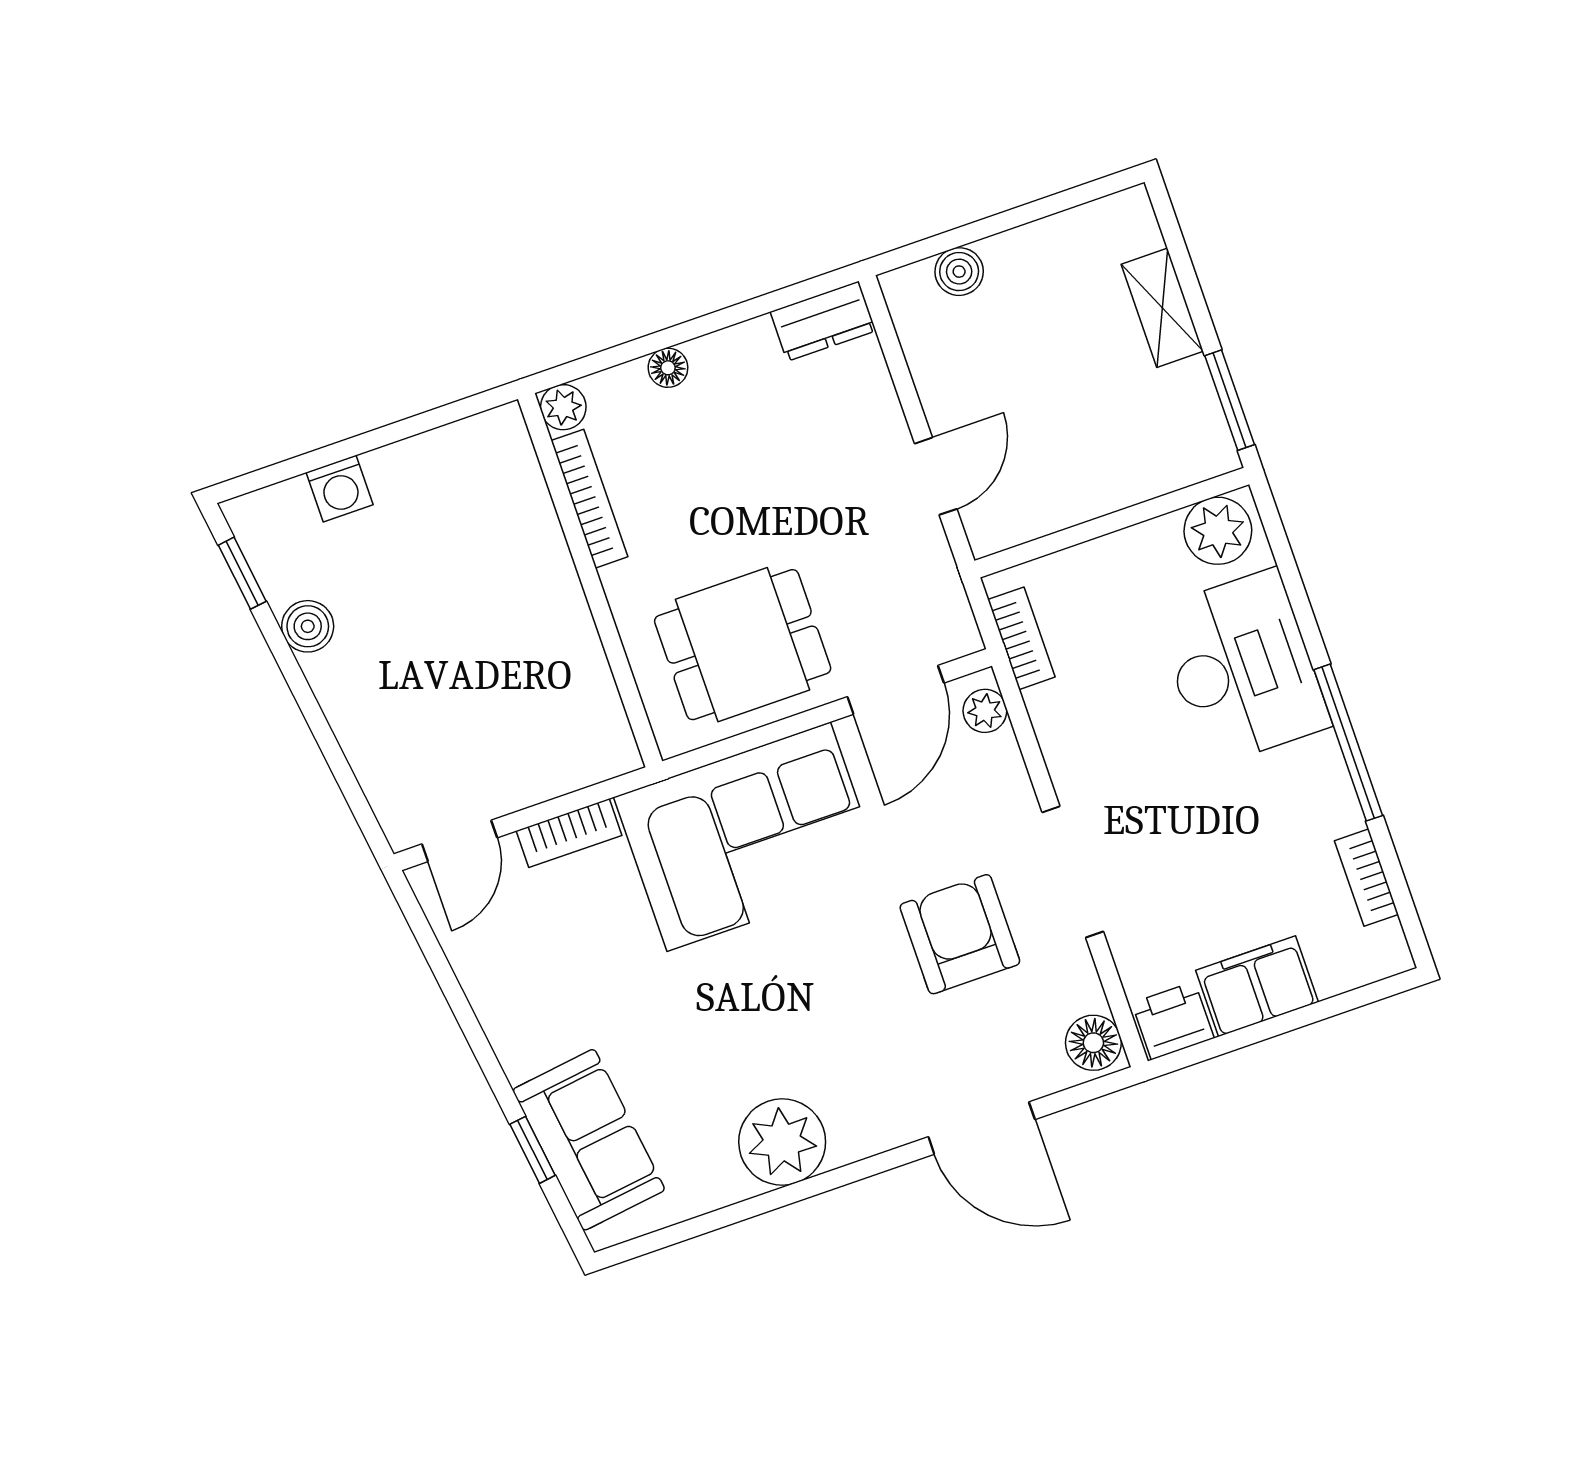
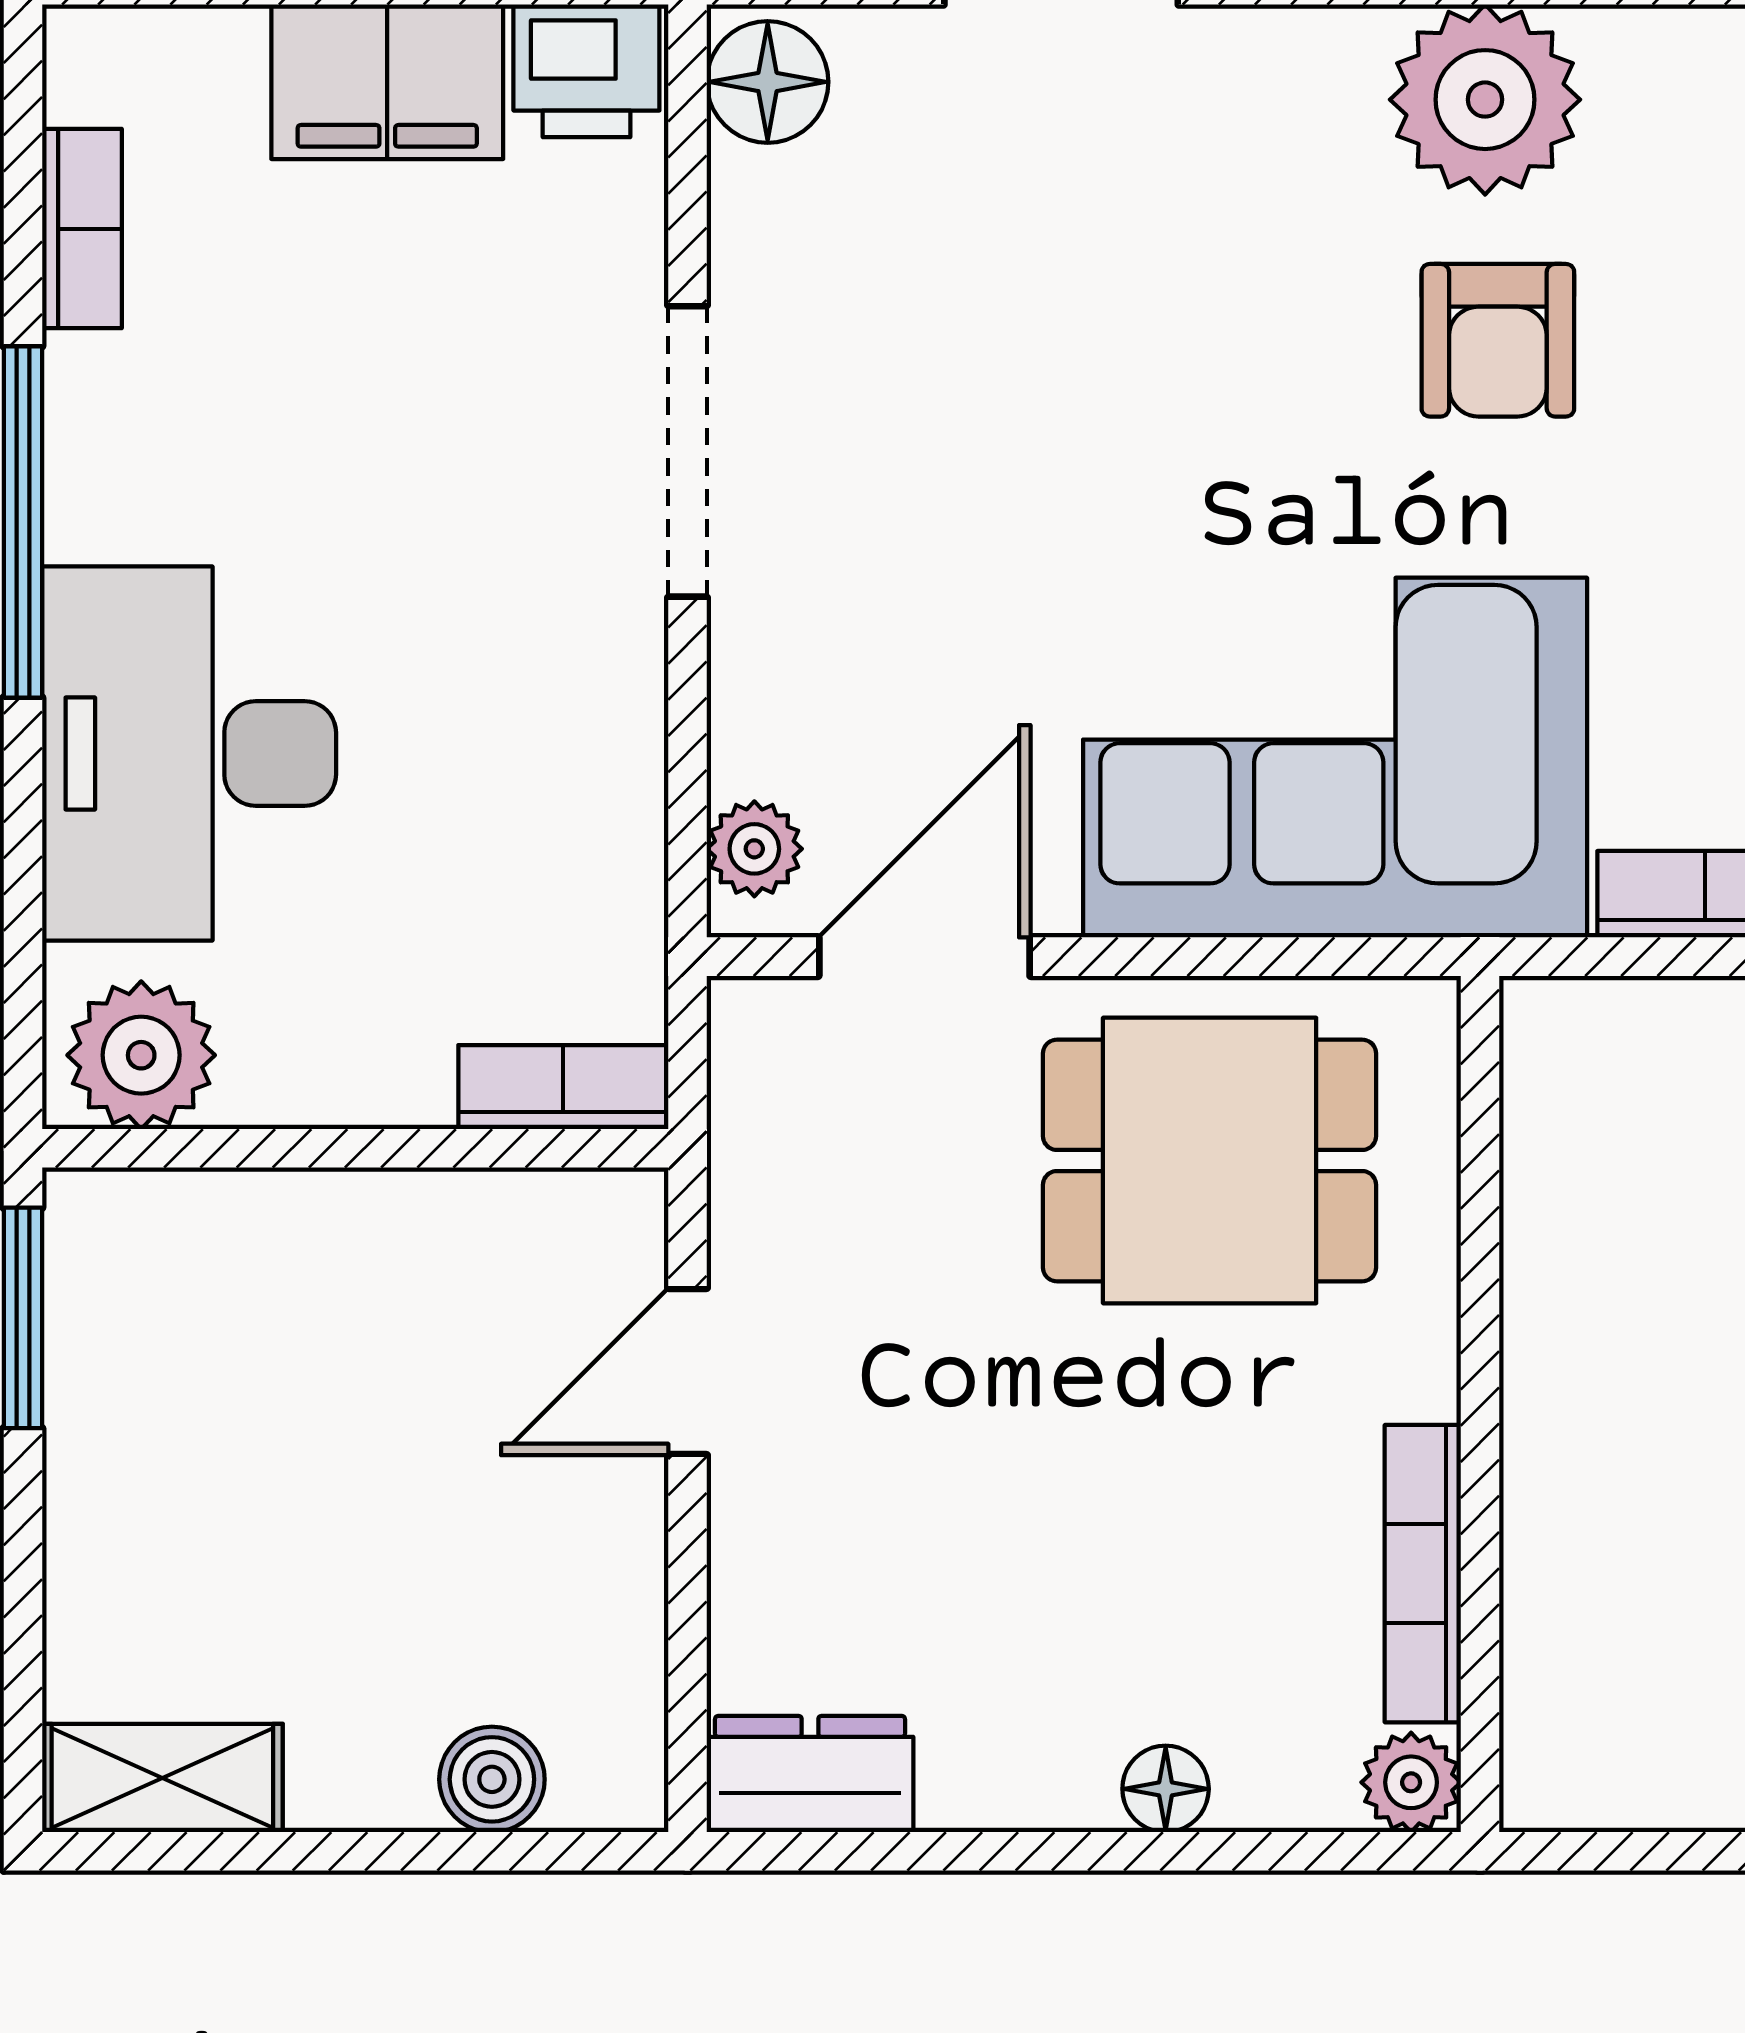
shelving: (1162, 308) -> (162, 1778), moved, turned 90
bookcase: (1021, 638) -> (563, 1087), moved, turned 90
armchair: (960, 934) -> (1498, 340), moved, width x0.72, depth x0.72

